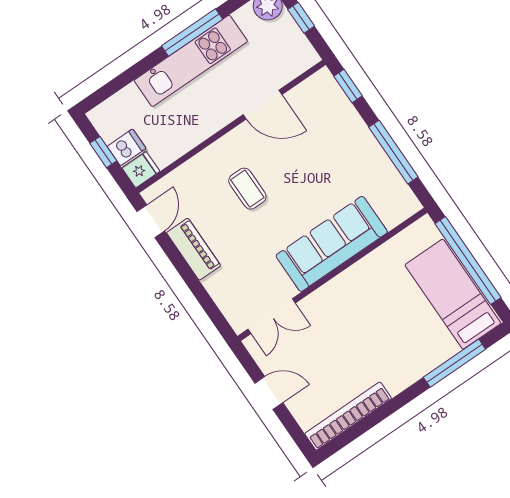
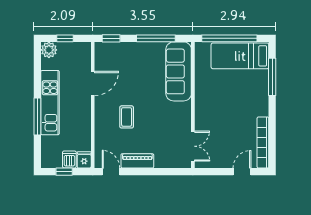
window: (192, 32) -> (37, 117), moved
coffee table: (247, 189) -> (127, 117), turned 90
sofa: (332, 244) -> (179, 71), moved
door: (269, 393) -> (242, 172), moved

